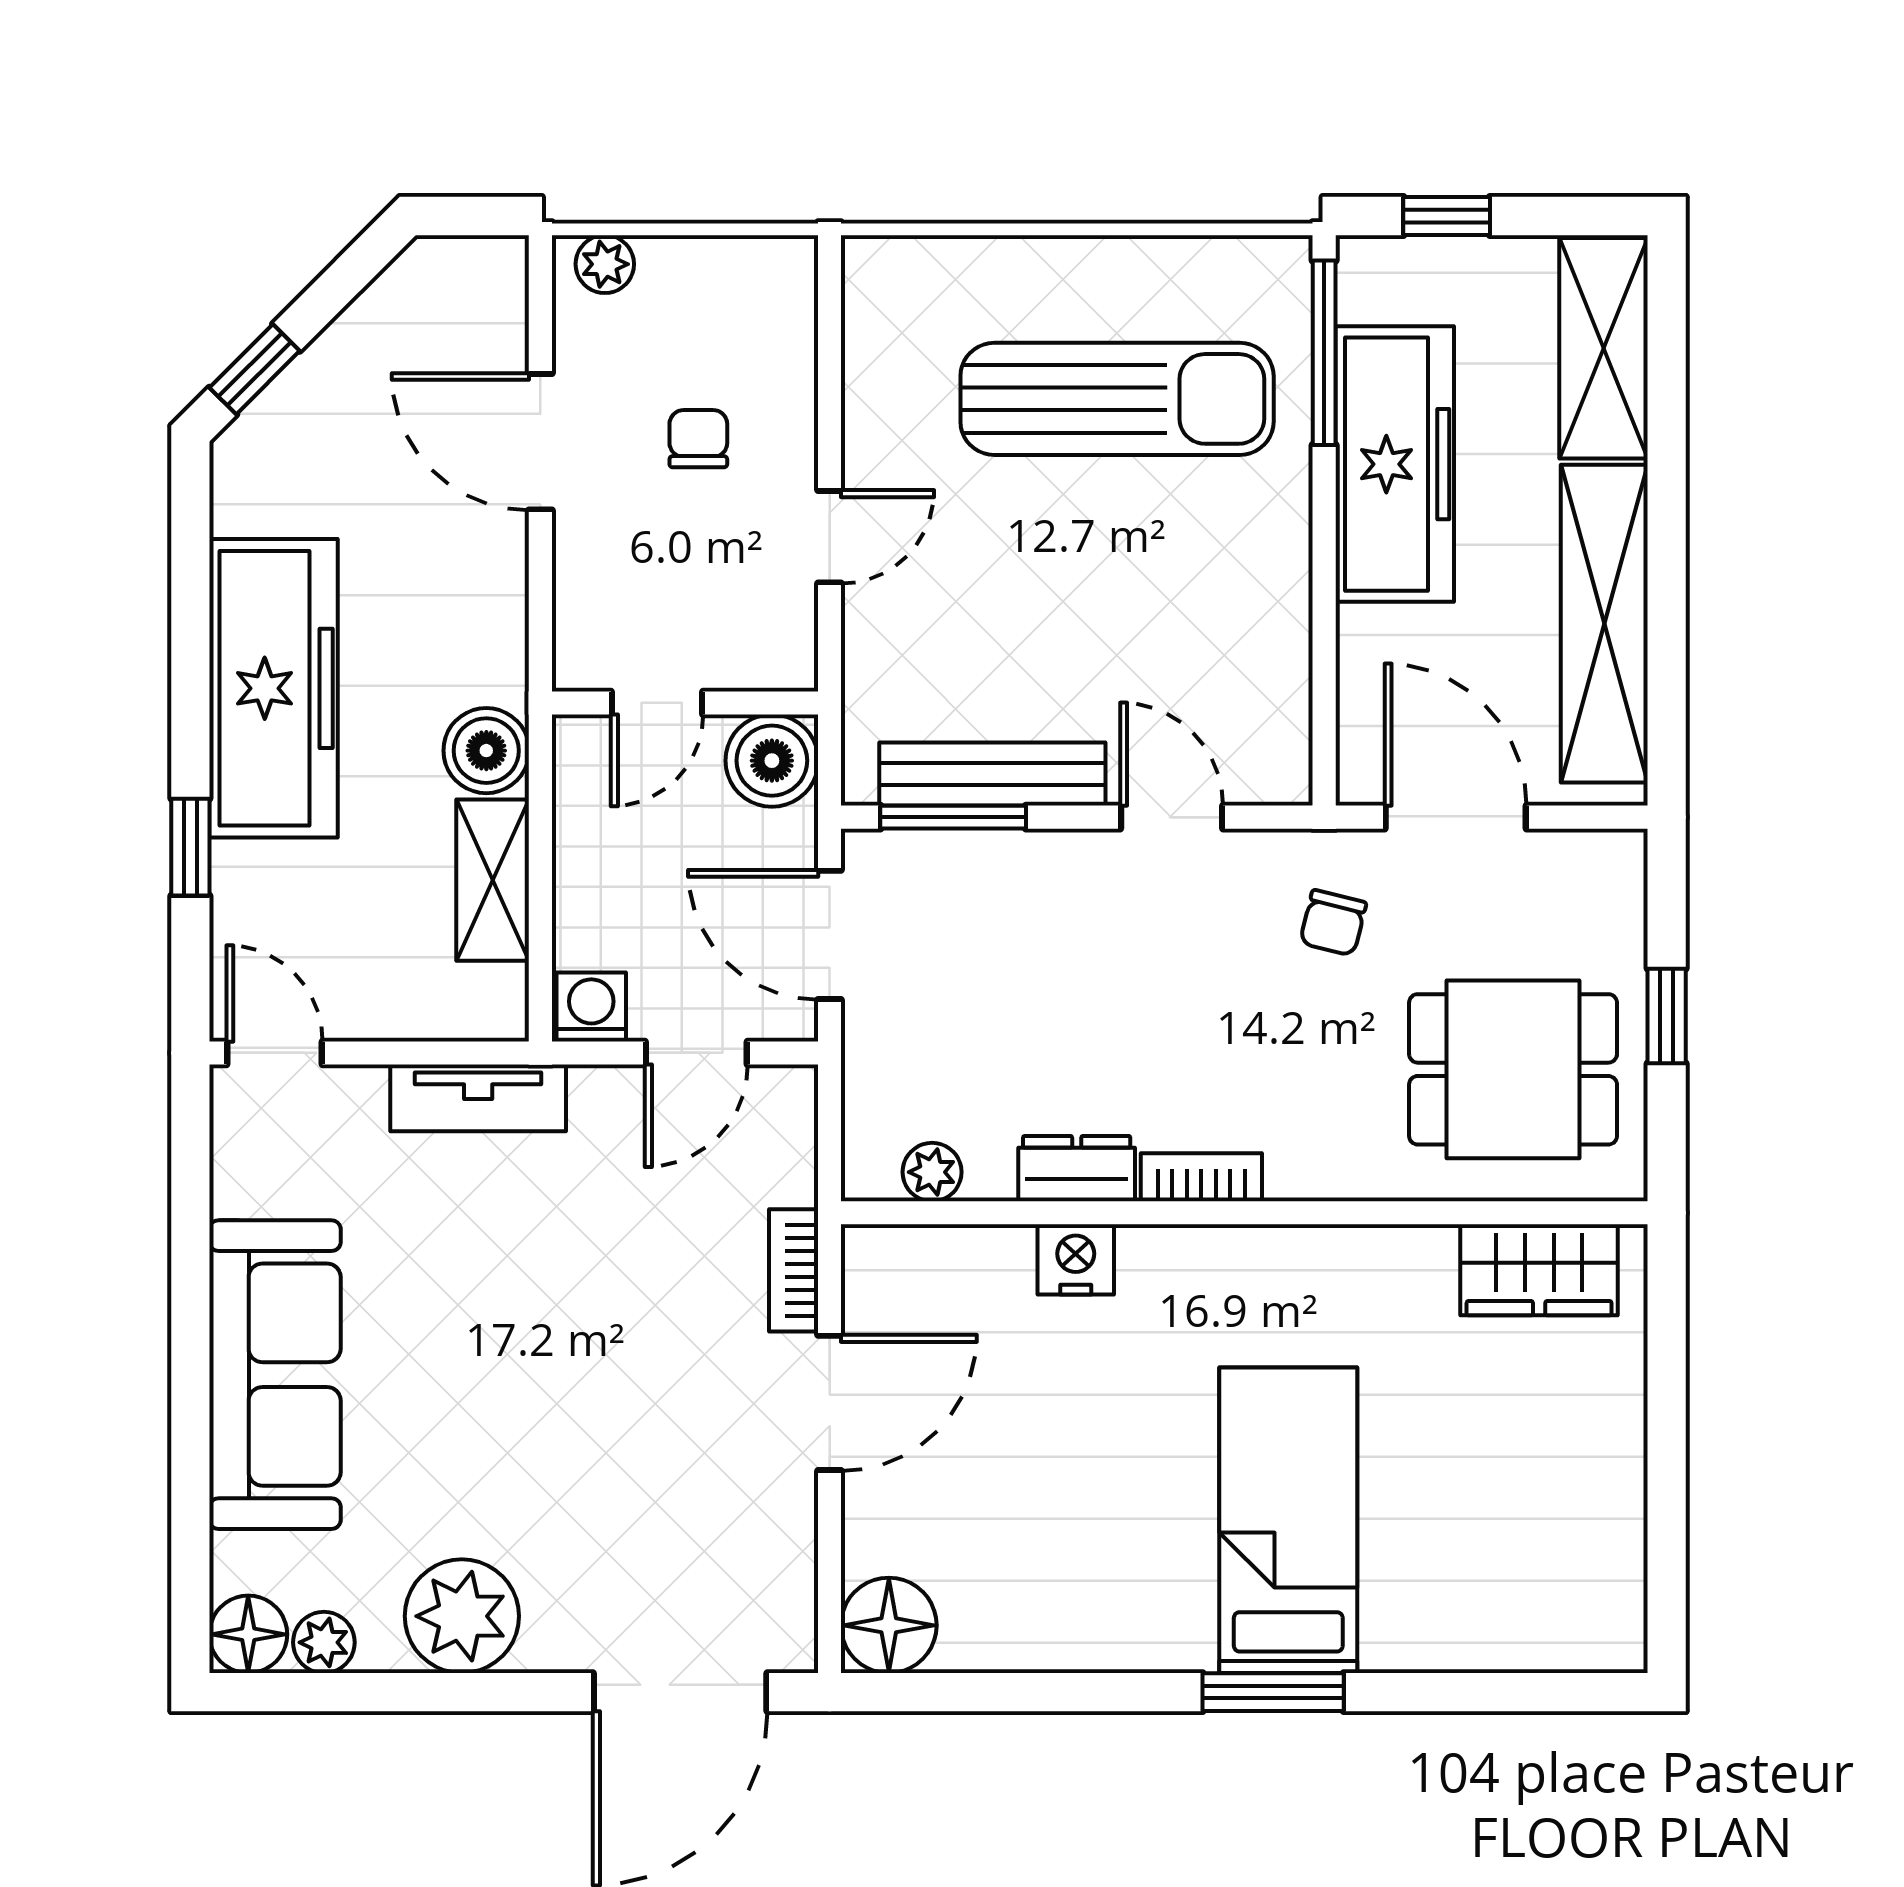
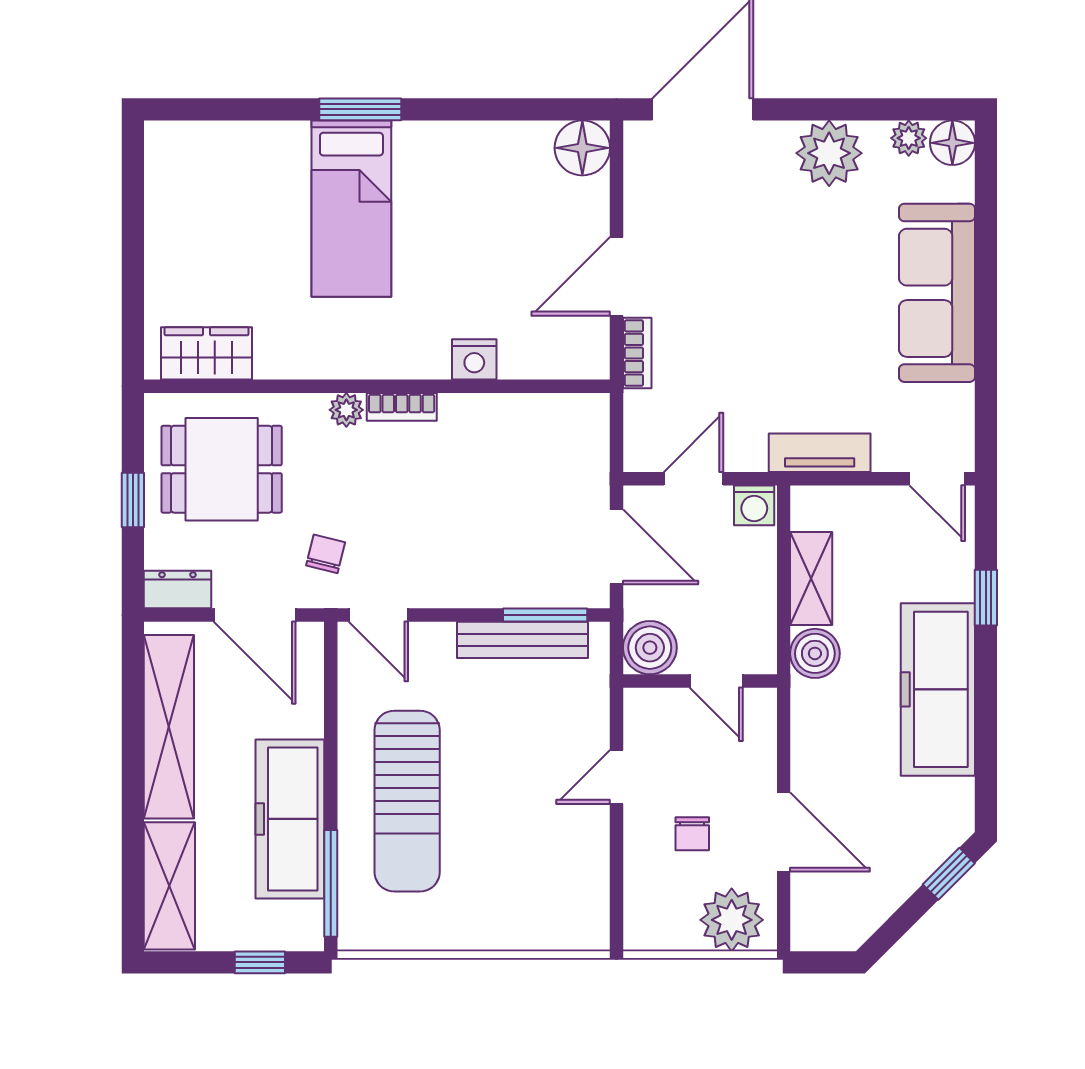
plant: (605, 264) -> (732, 920), width x1.88, depth x1.88
sun lounger: (1117, 399) -> (407, 801), moved, turned -90
door: (657, 703) -> (716, 681), swing flipped
door: (1172, 817) -> (378, 615), moved
dresser: (1077, 1169) -> (177, 589), moved, turned 180
plant: (932, 1172) -> (346, 410), moved

